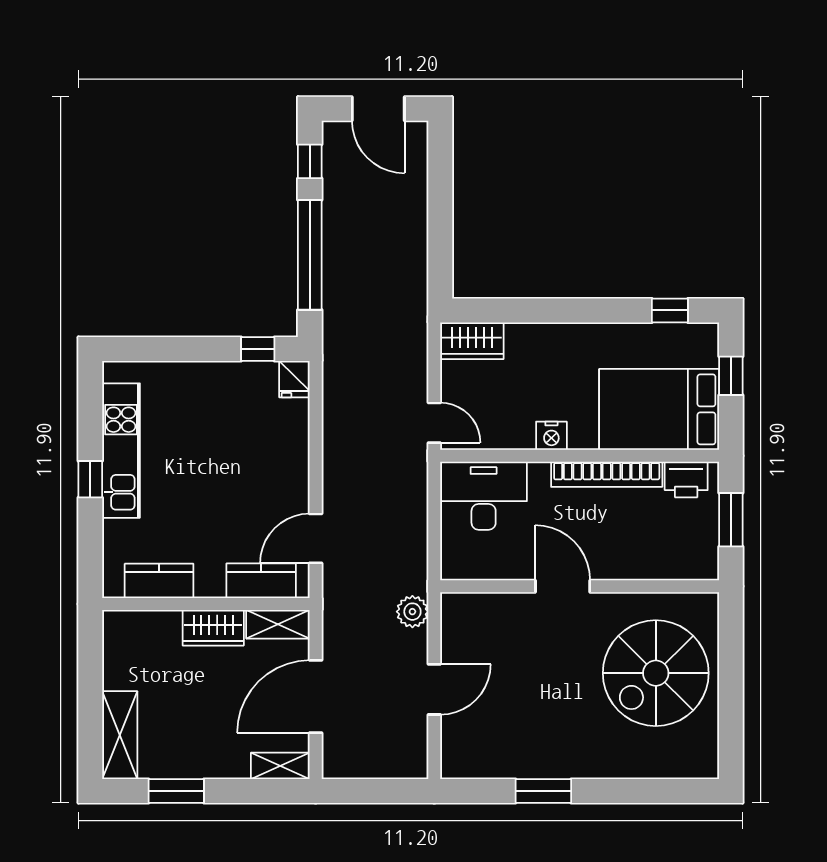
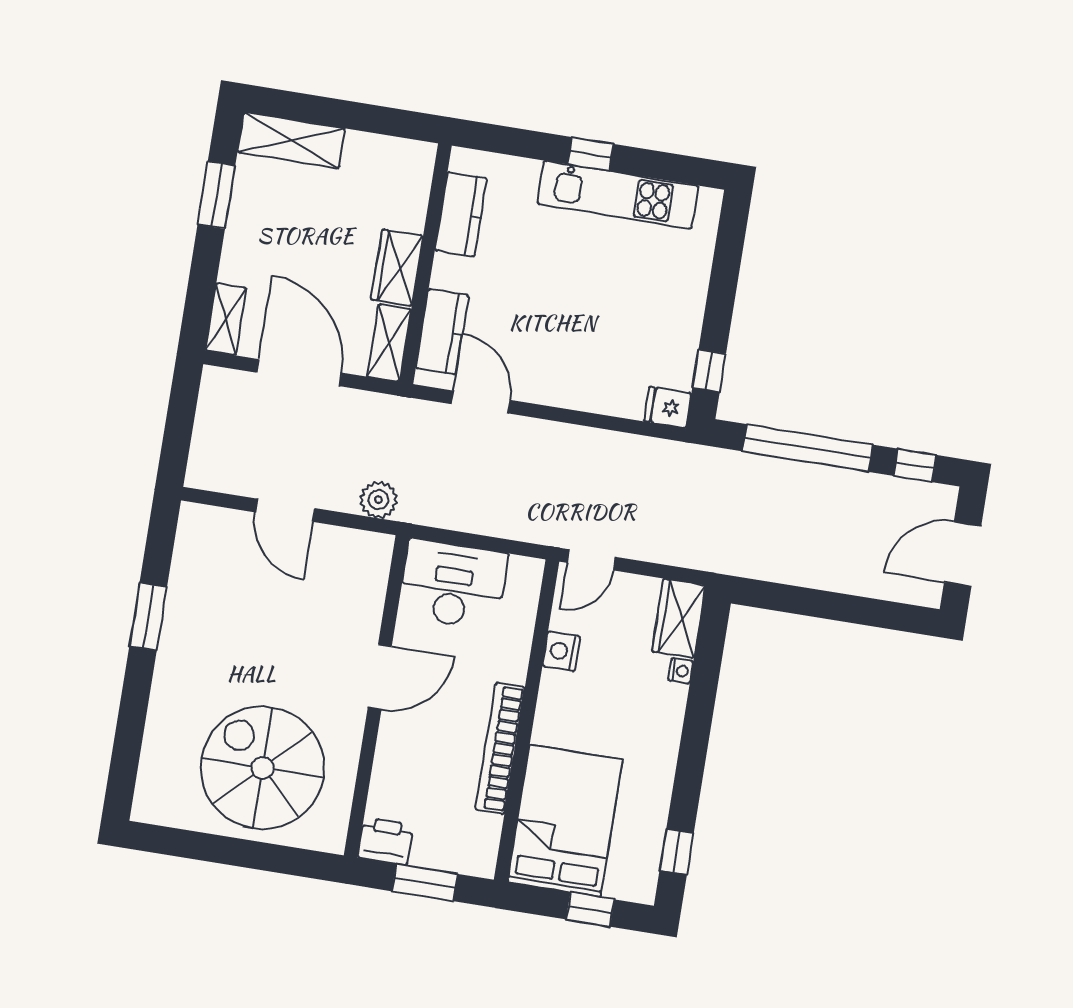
nightstand: (516, 332) -> (681, 671), added
nightstand: (551, 436) -> (561, 651), moved
printer: (686, 479) -> (385, 841), moved, turned 90
desk: (484, 496) -> (453, 585), moved, turned -90

